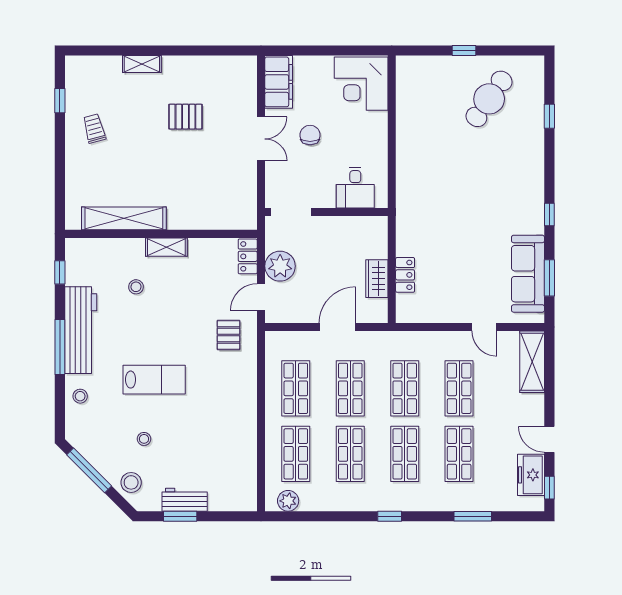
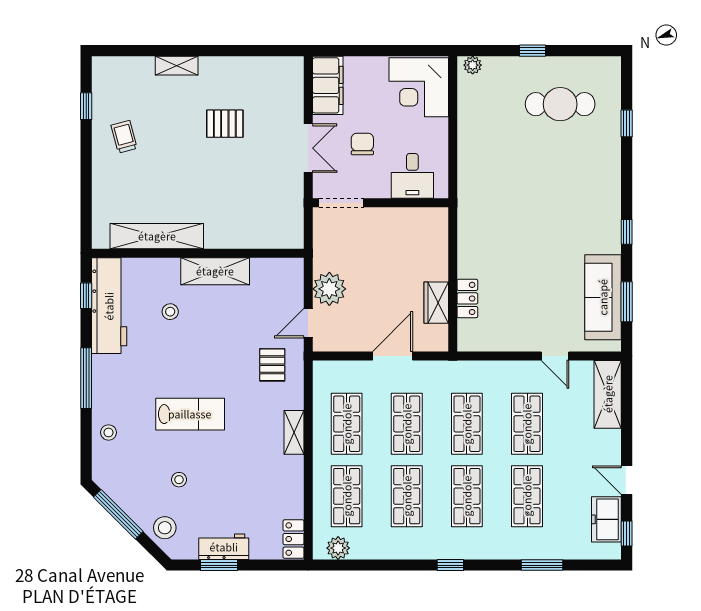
plant: (410, 64) -> (473, 65), added
cafe table: (489, 99) -> (560, 104), turned 55
desk: (355, 188) -> (412, 176), moved
doorway: (291, 212) -> (341, 203), moved
wall: (326, 212) -> (380, 203), moved
shelving: (166, 247) -> (215, 271), width x1.50, depth x1.33
locker: (248, 256) -> (293, 539), moved
workbench: (81, 330) -> (109, 306), moved
shelving: (248, 396) -> (294, 432), added

